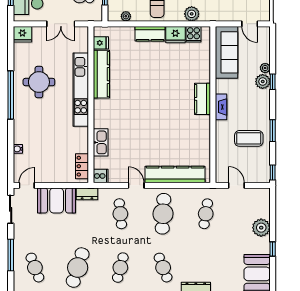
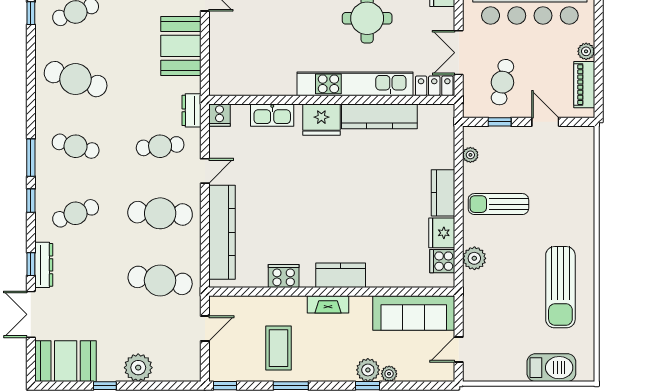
fridge: (101, 43) -> (321, 120), moved, width x1.88, depth x1.34
cooker: (203, 135) -> (284, 276), added
locker: (82, 166) -> (434, 86), moved
dresser: (87, 194) -> (191, 110), moved
cafe table: (206, 214) -> (160, 280), width x1.37, depth x1.35

